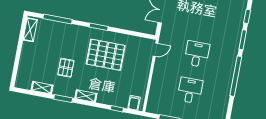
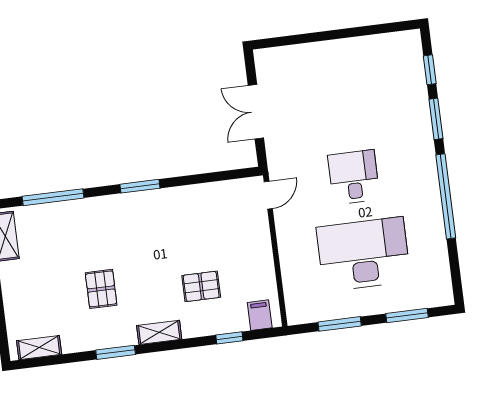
pallet: (106, 55) -> (201, 286), moved, width x0.49, depth x0.50
shelving: (42, 88) -> (39, 348), moved
desk: (190, 90) -> (363, 254), width x1.87, depth x1.30

